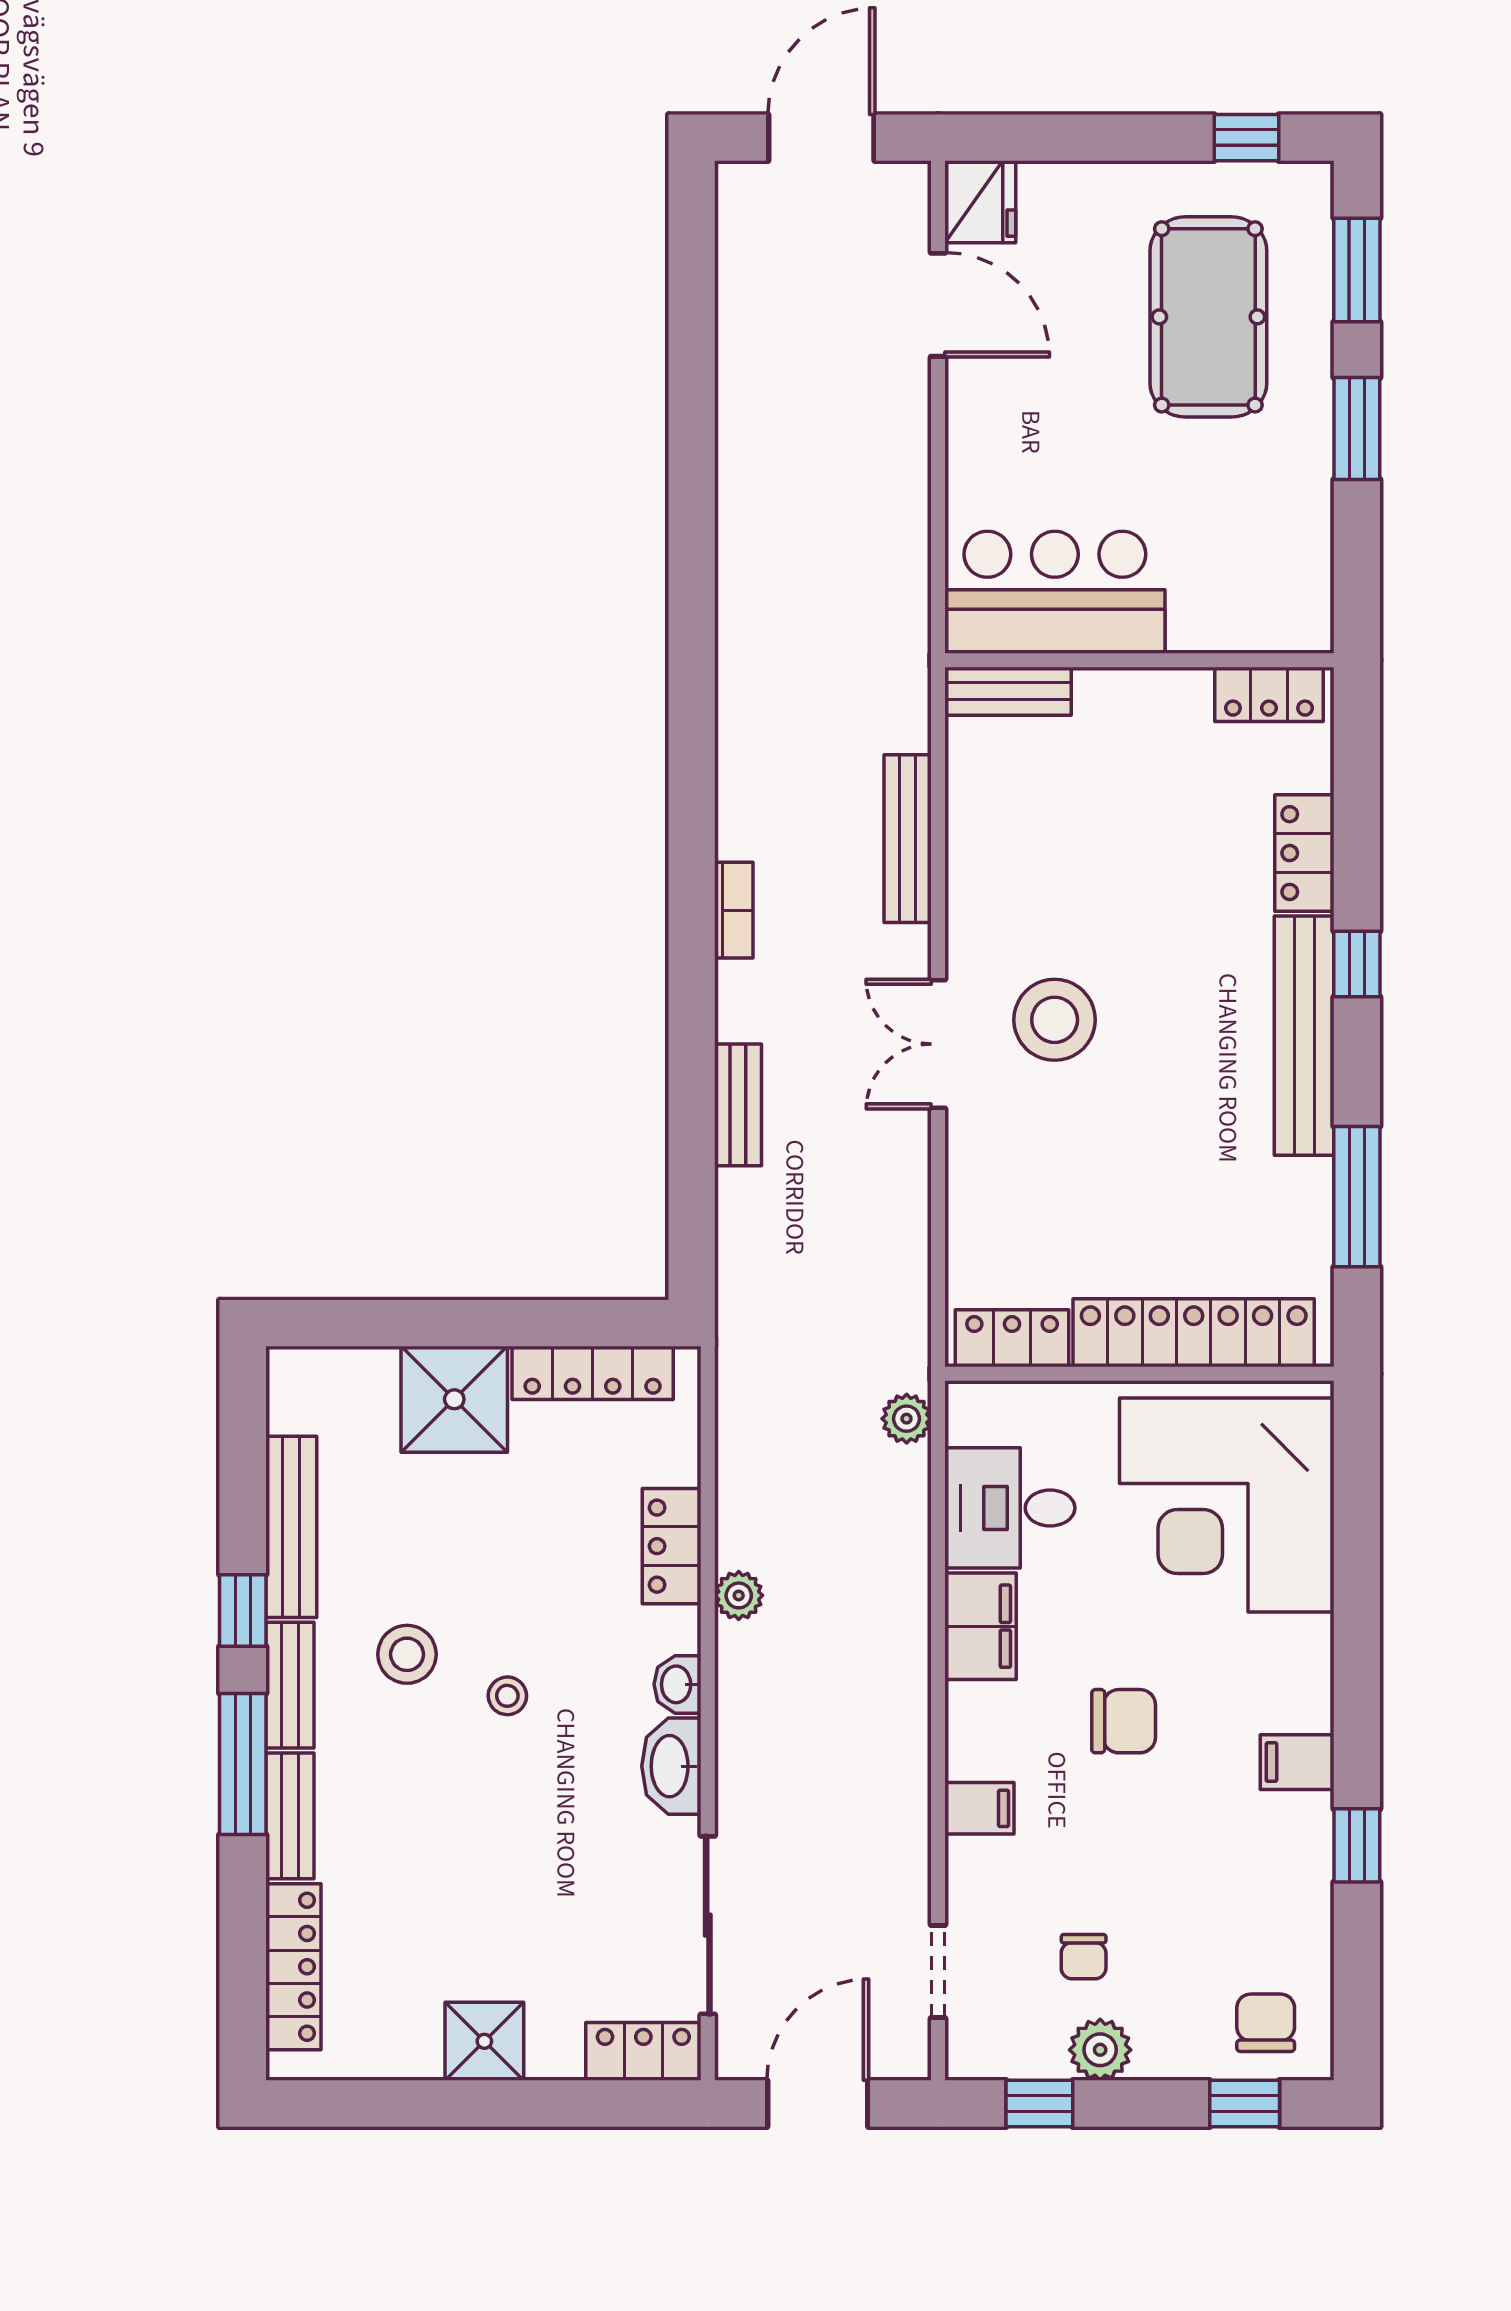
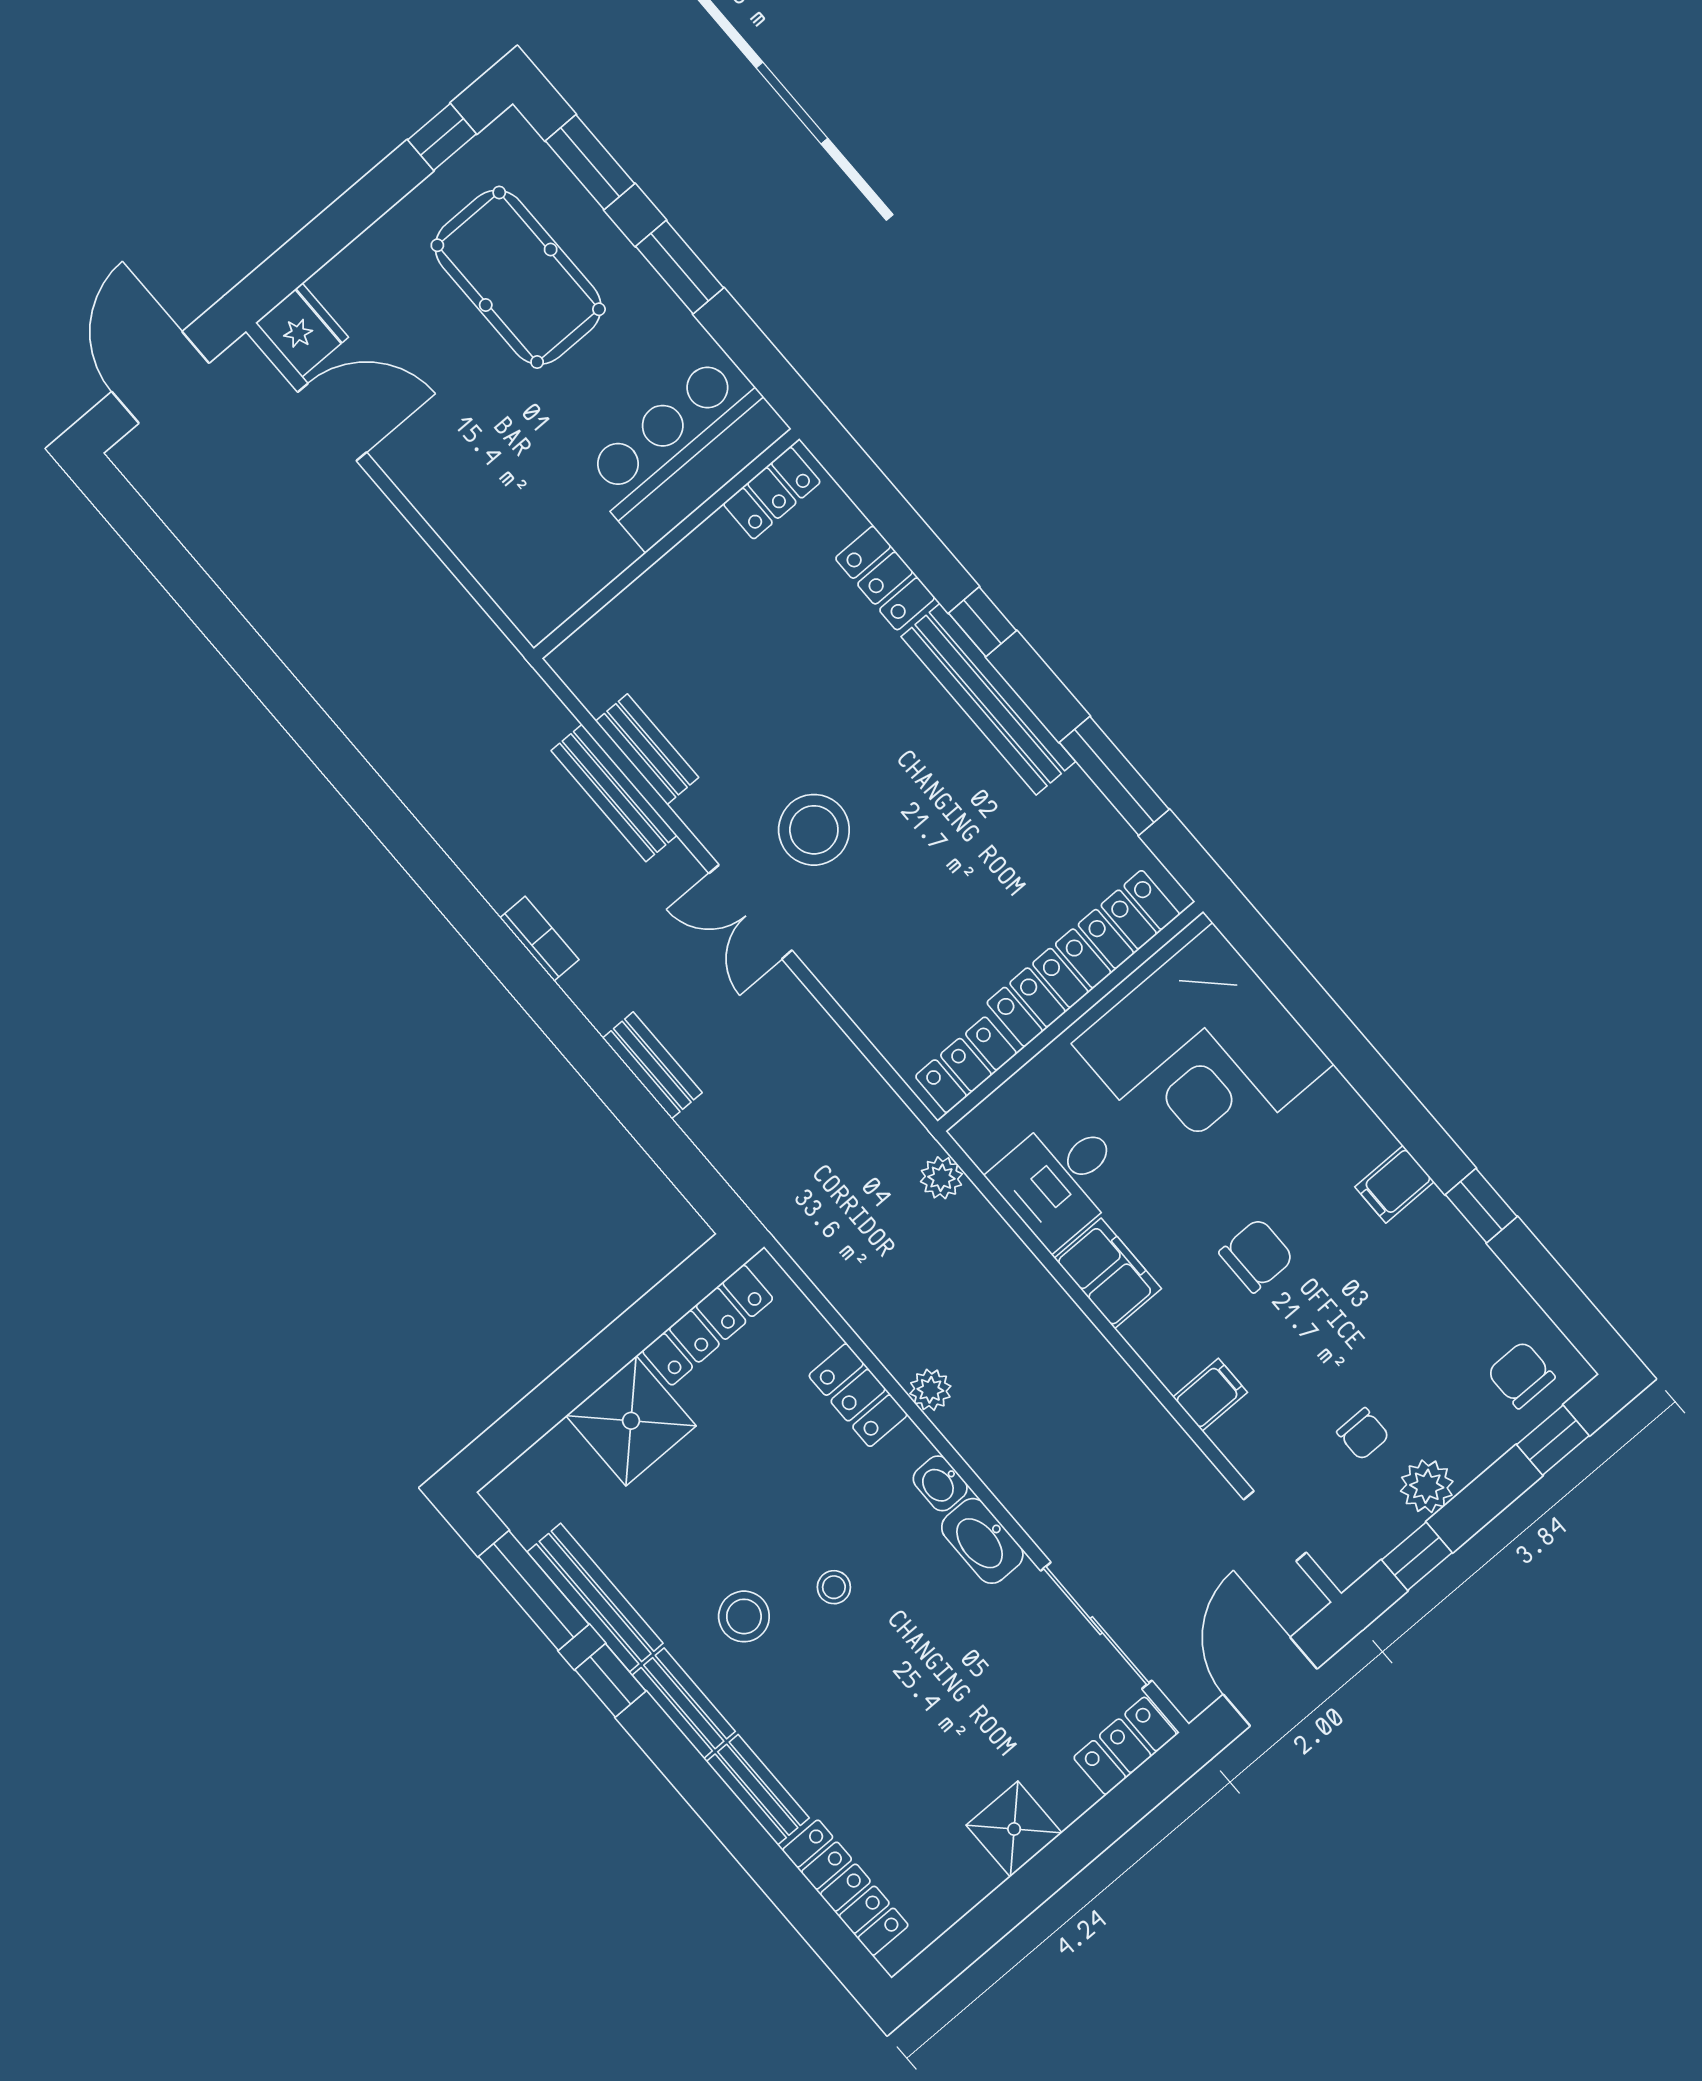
bar counter: (1055, 592) -> (684, 451), moved
bench: (1008, 691) -> (647, 749), moved, turned 90
window: (243, 1764) -> (534, 1591), moved

